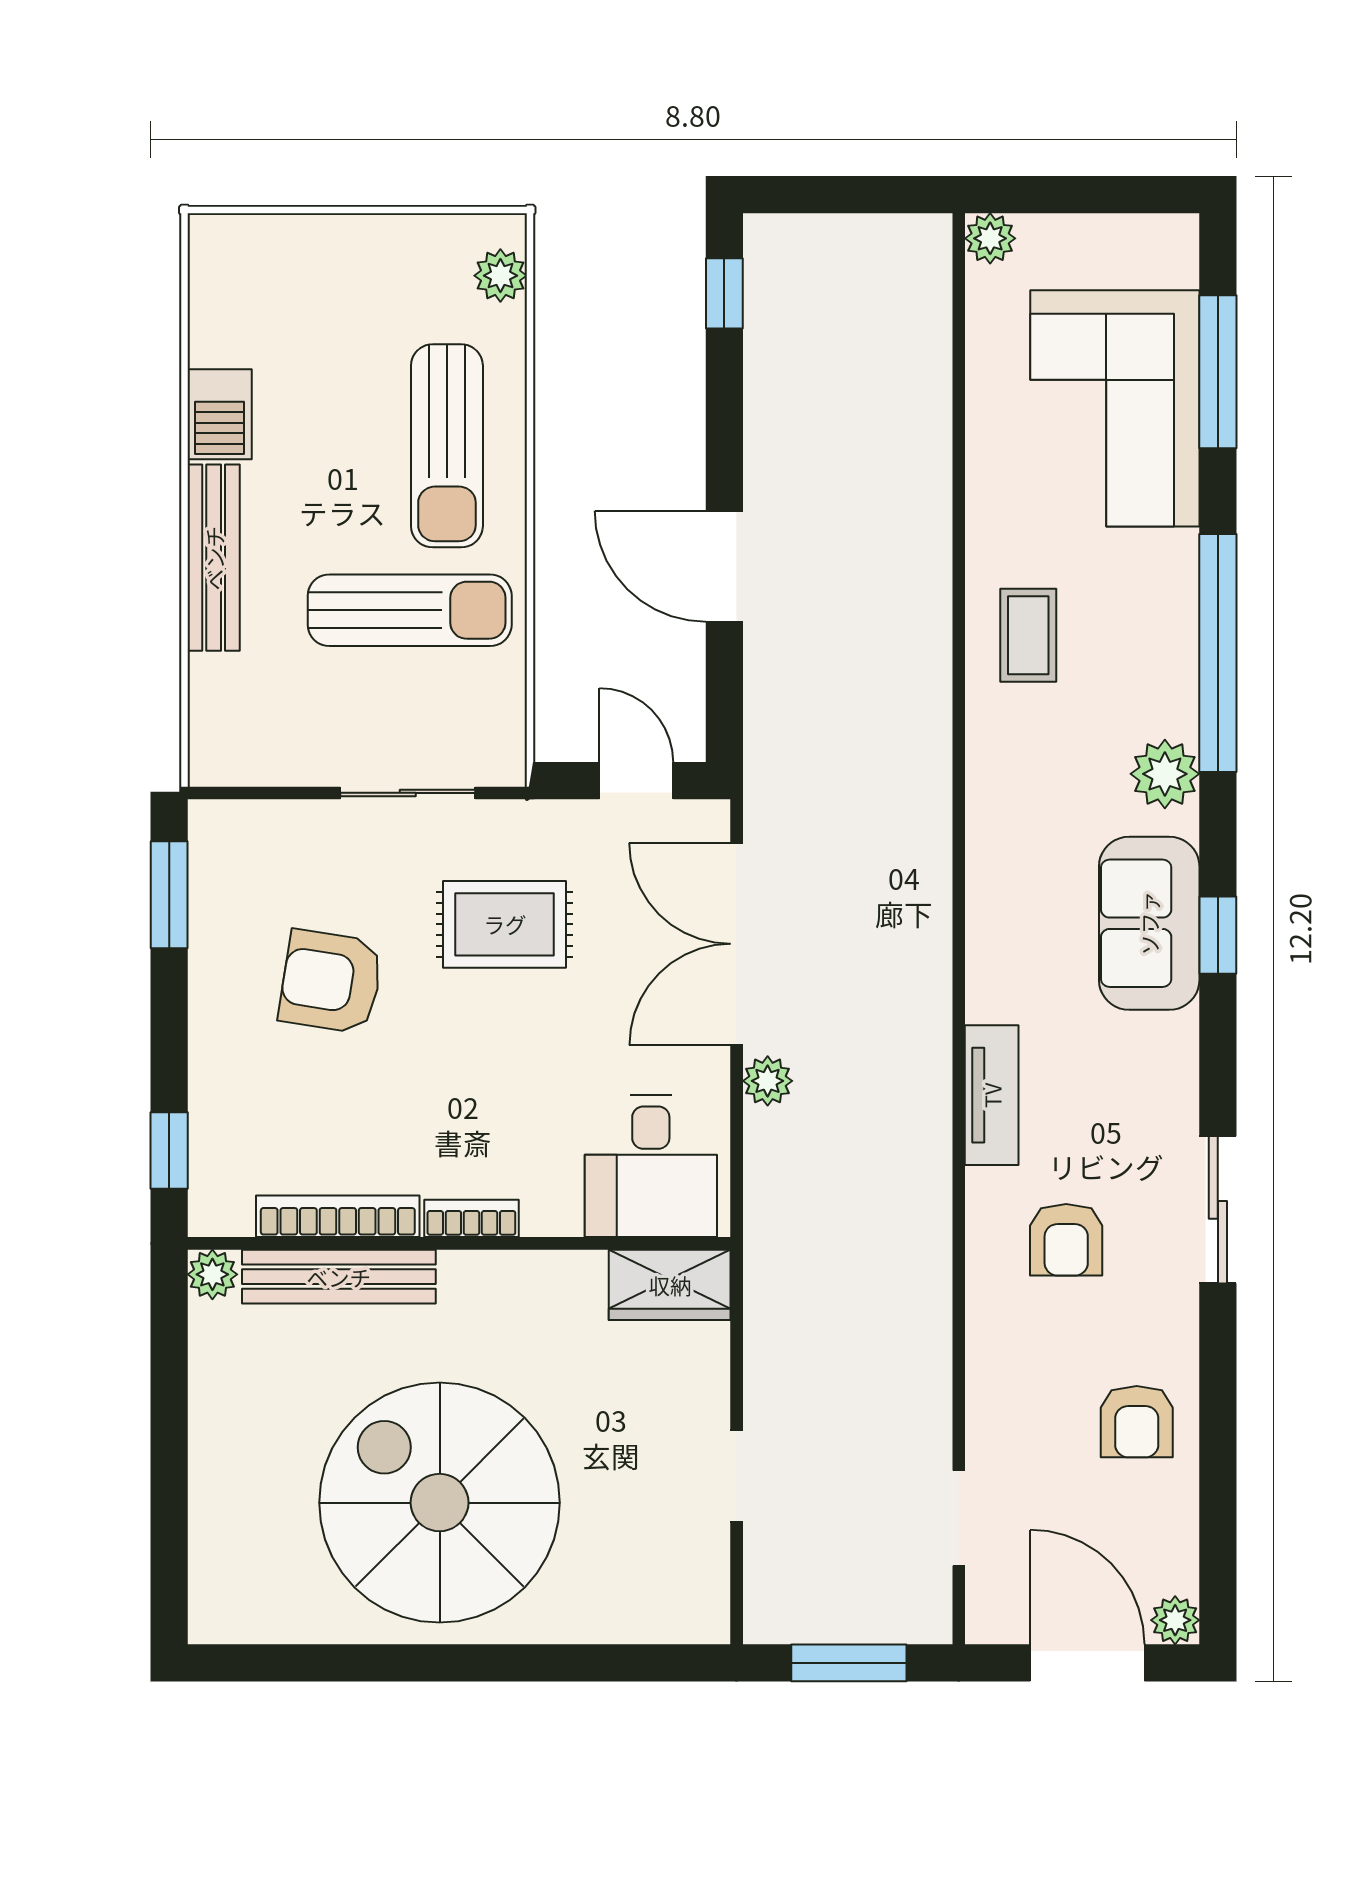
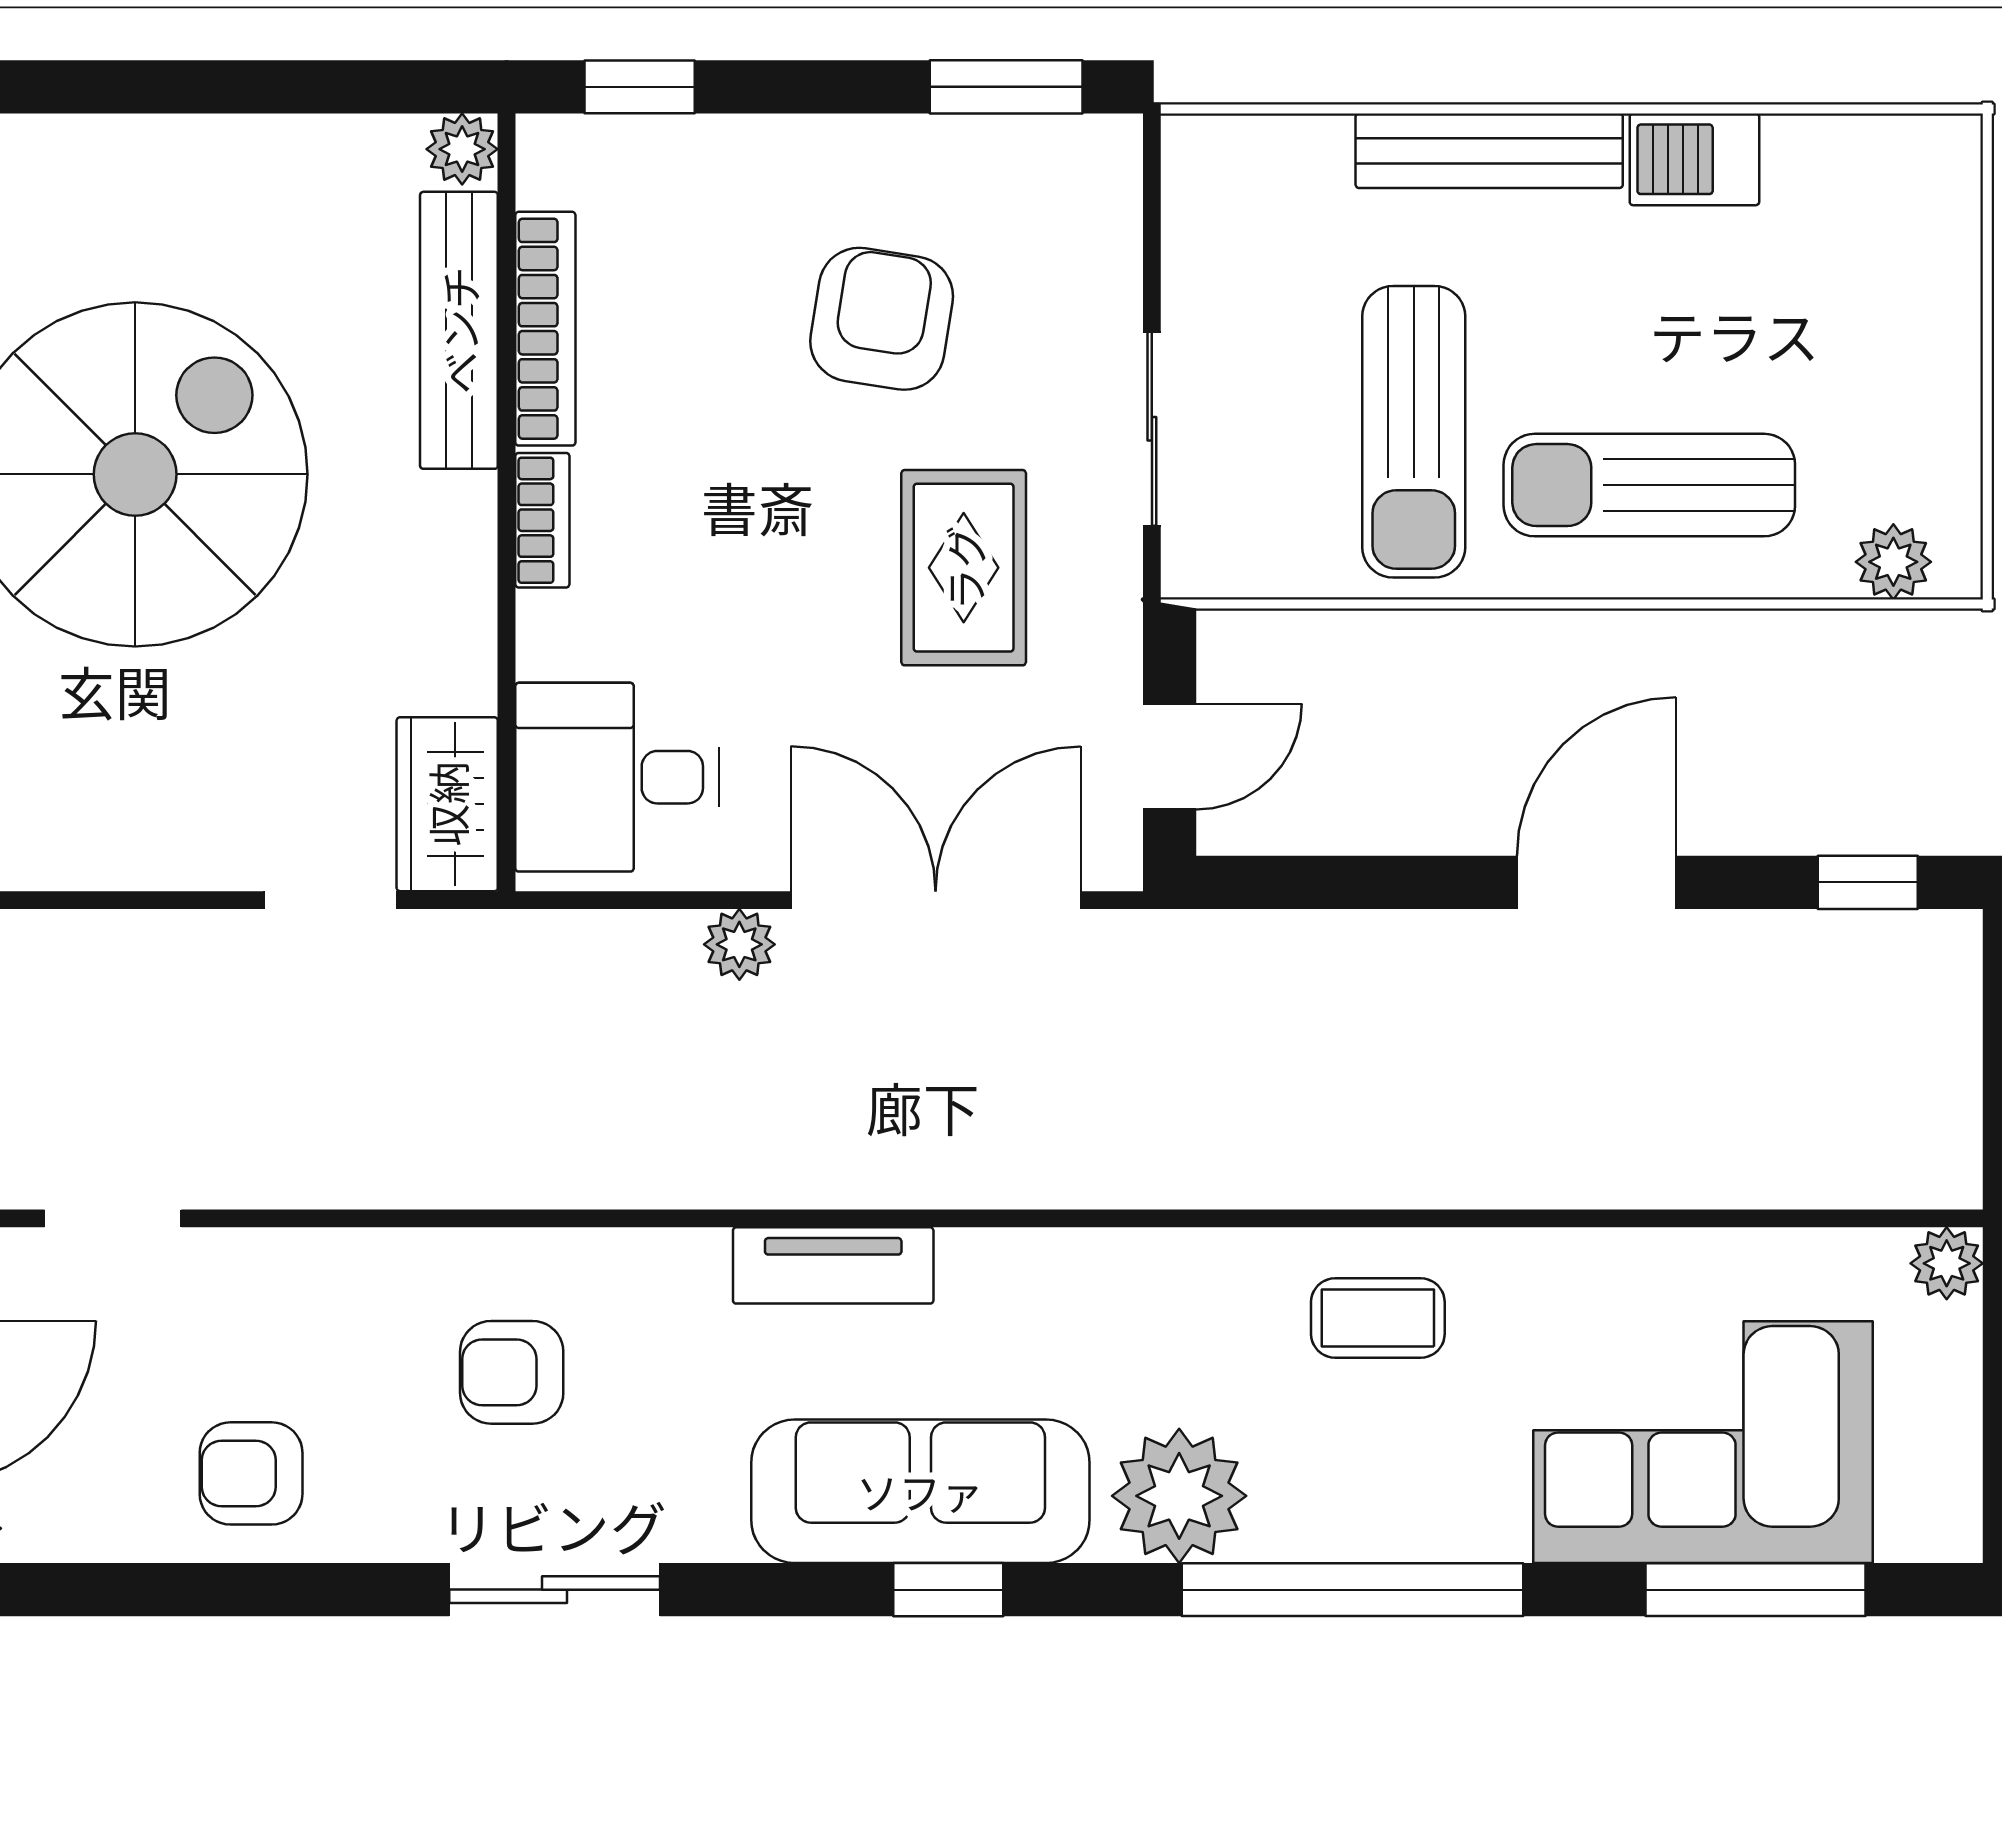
door: (724, 566) -> (1596, 882), moved
plant: (1165, 774) -> (1179, 1496), width x1.36, depth x1.36
sofa: (1149, 923) -> (920, 1491), width x1.36
tv unit: (992, 1095) -> (833, 1265), moved
doorway: (737, 1476) -> (330, 900), moved

